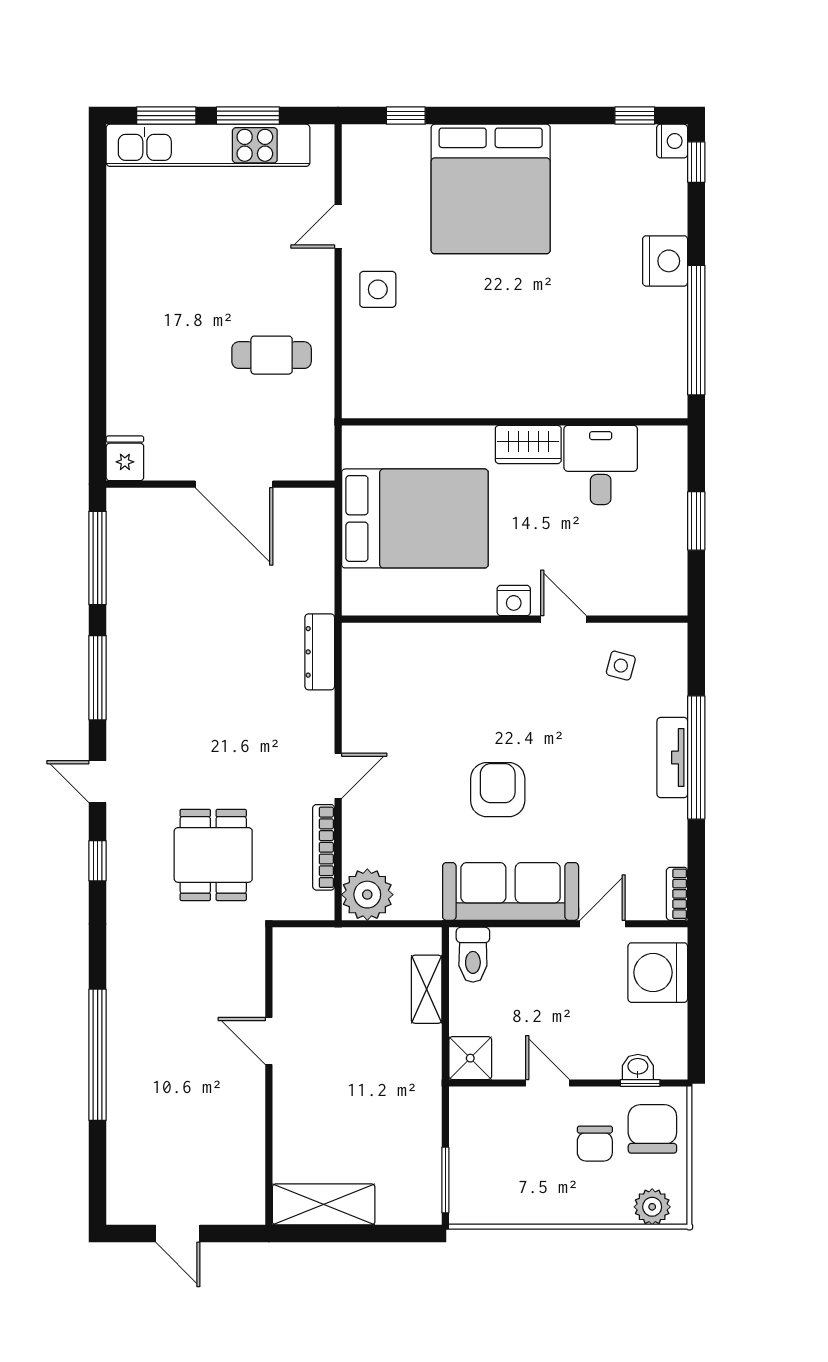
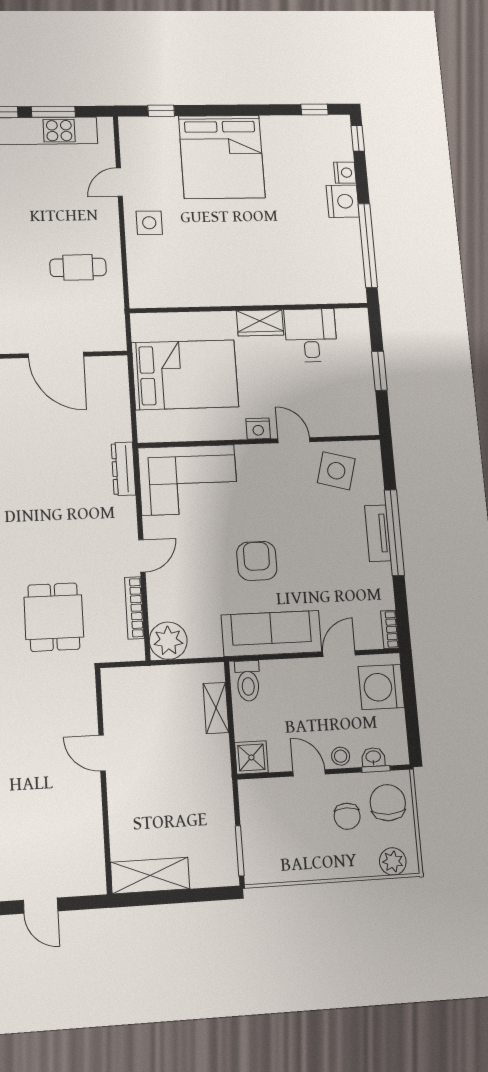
nightstand: (672, 141) -> (345, 173), moved
side table: (621, 666) -> (336, 471), width x1.87, depth x1.87
corner sofa: (409, 671) -> (188, 480), added
stool: (593, 1063) -> (341, 756), added

